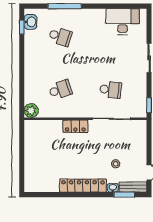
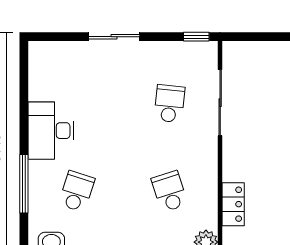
desk: (123, 22) -> (51, 131), moved
locker: (75, 126) -> (233, 204), moved

